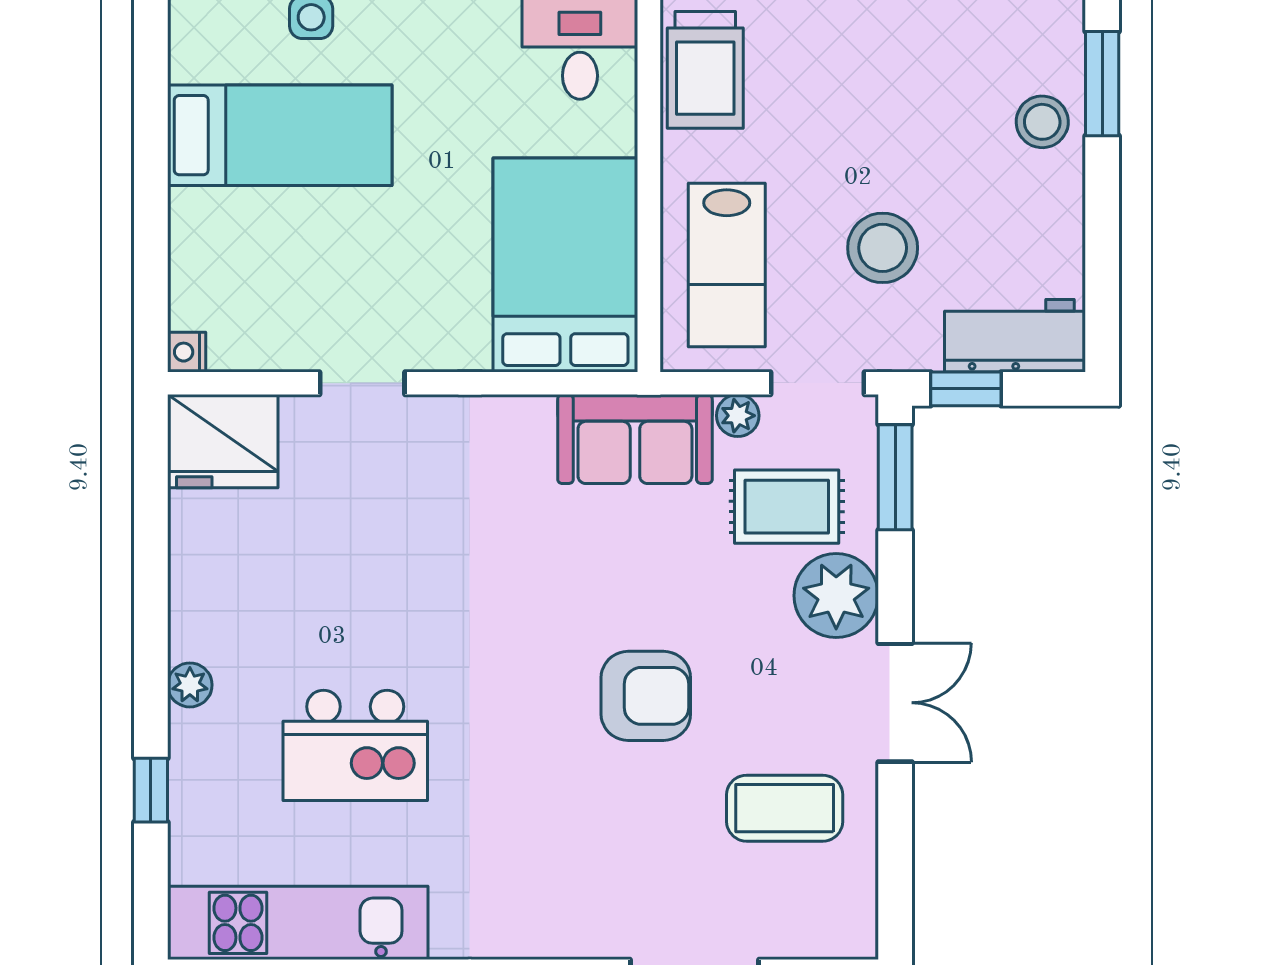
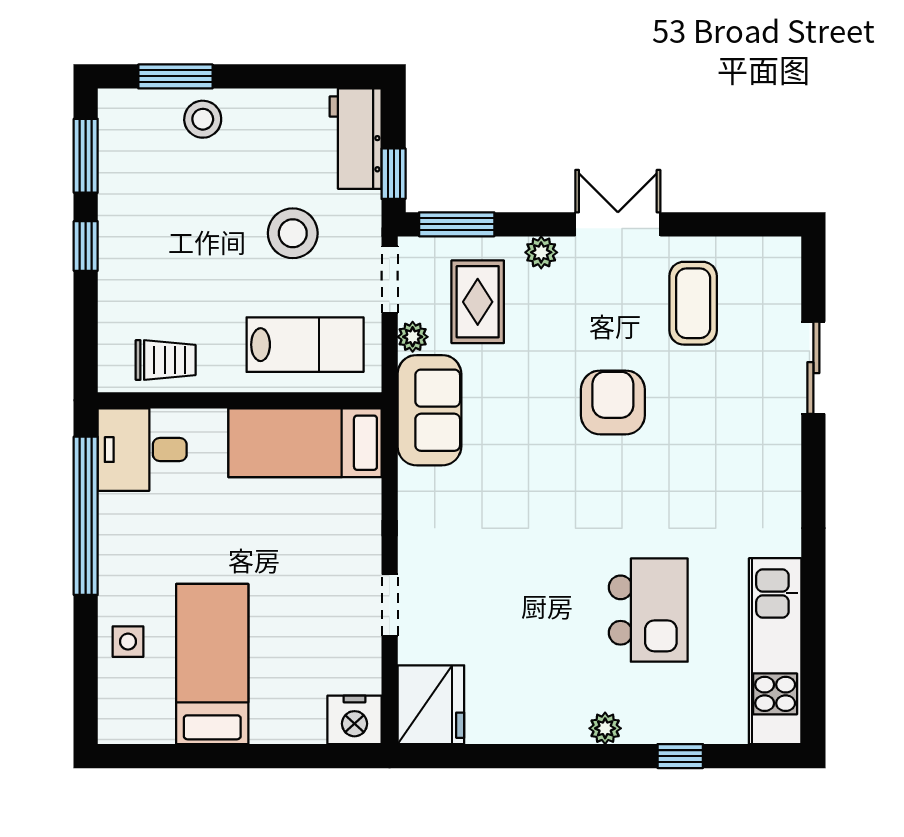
trolley: (705, 70) -> (166, 360), width x0.73, depth x0.72
bed: (565, 265) -> (305, 443), width x0.67
nightstand: (187, 352) -> (354, 720), width x1.89, depth x1.79
plant: (836, 596) -> (541, 252), width x0.53, depth x0.53

